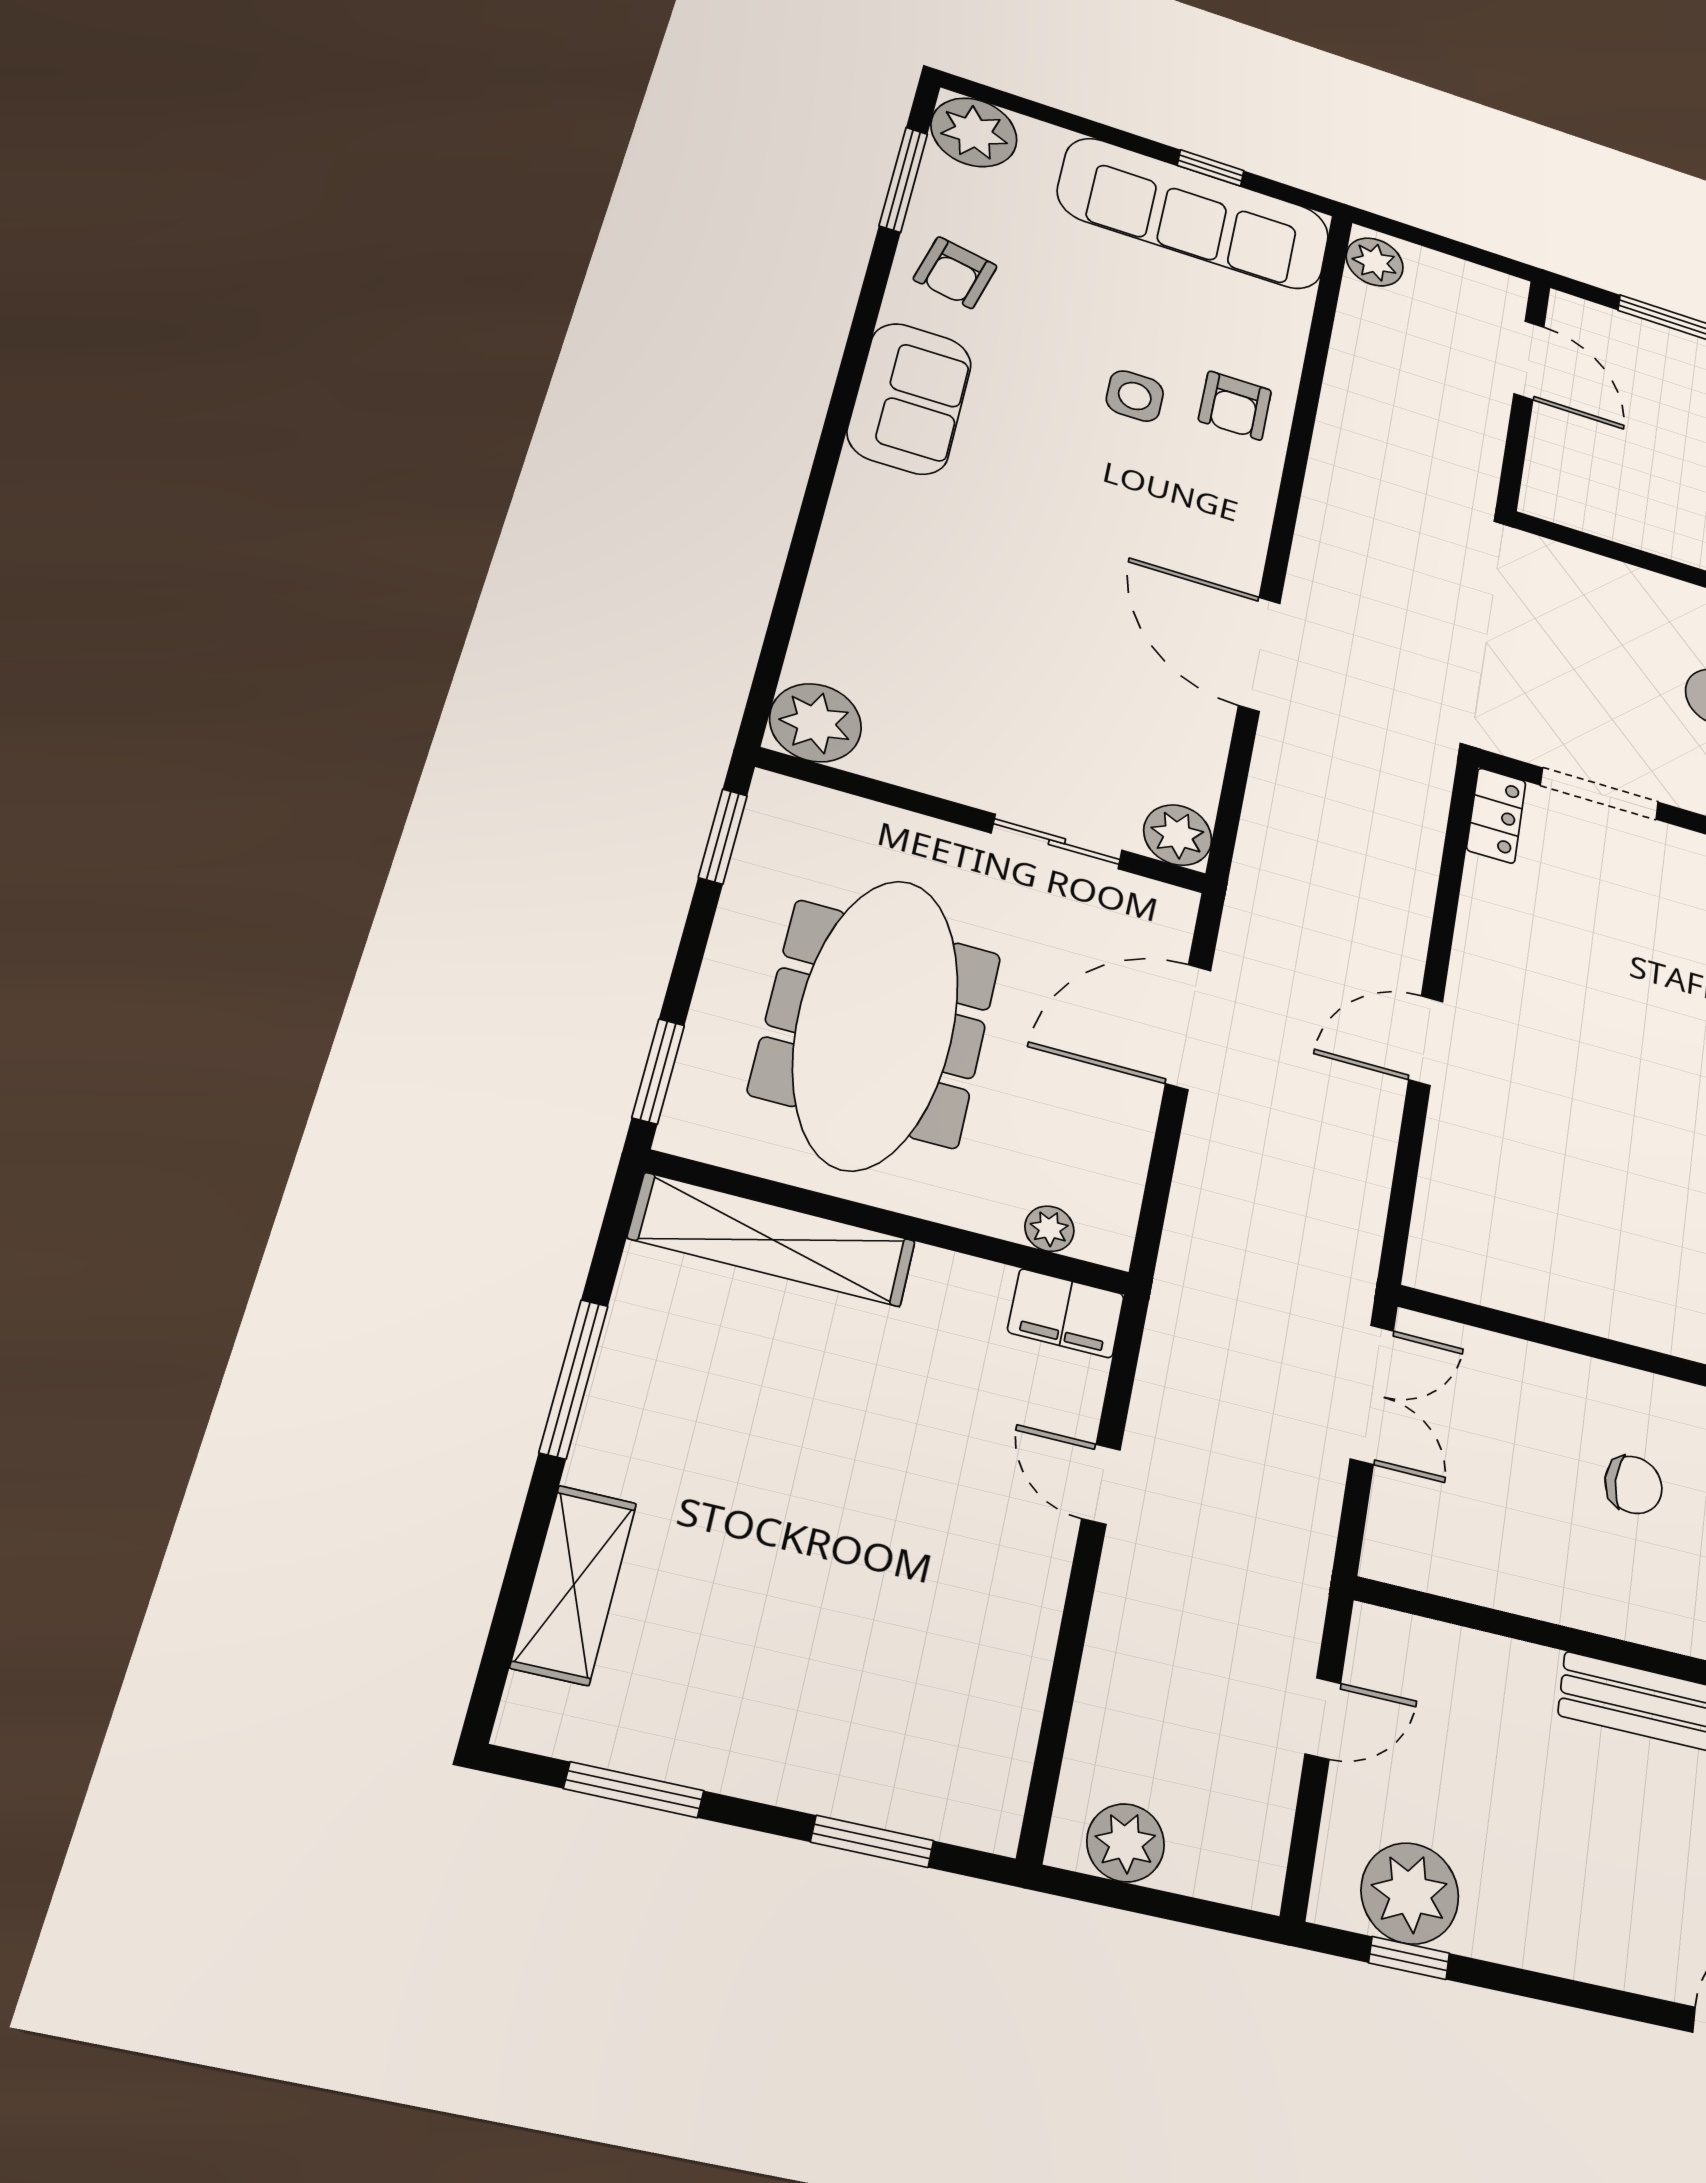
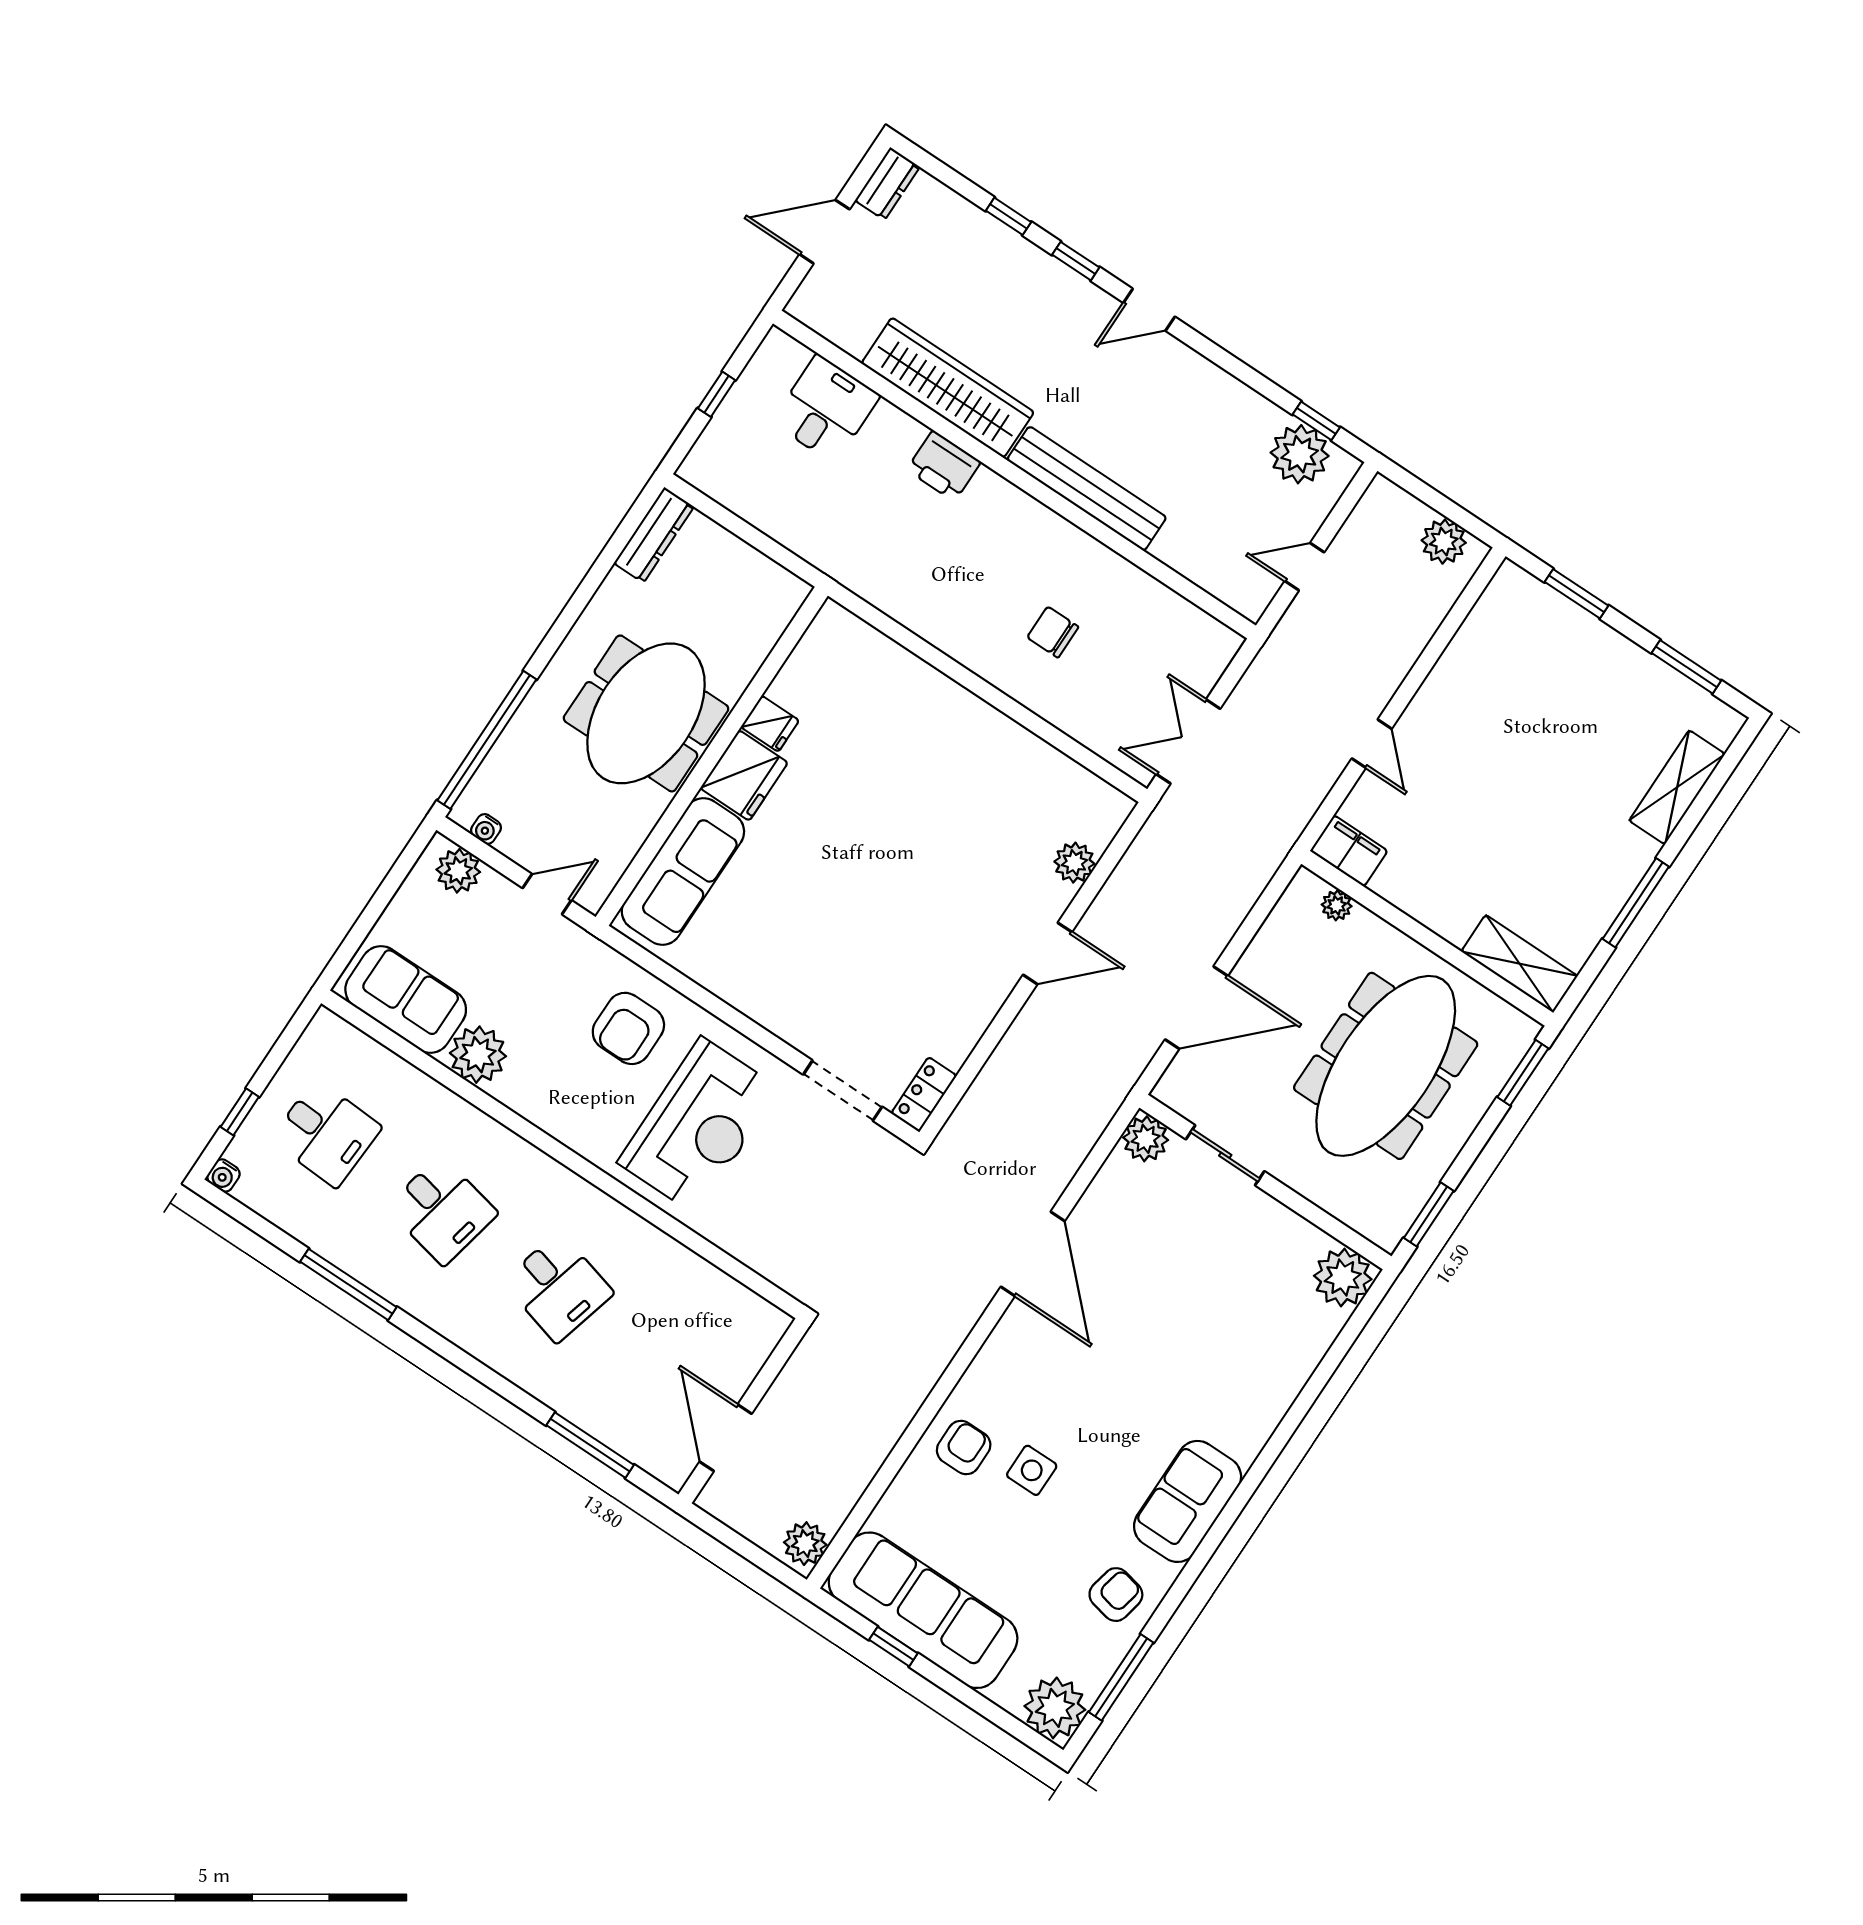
plant: (1449, 1173) -> (1074, 863), added
shelving: (773, 1240) -> (1519, 964), width x0.68

